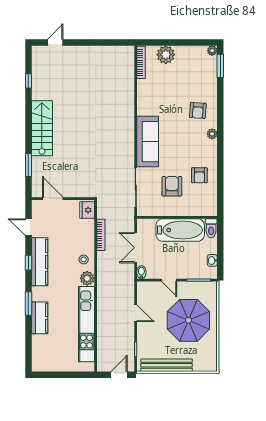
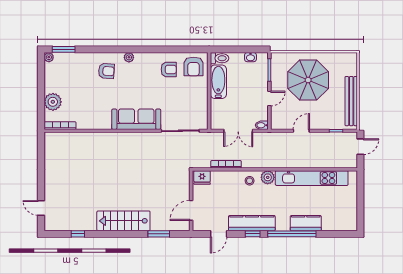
armchair: (172, 186) -> (194, 67), moved, turned -90
bathtub: (180, 230) -> (218, 82), width x0.73, depth x0.73
window: (28, 303) -> (292, 234), width x2.11
door: (119, 375) -> (360, 147), swing flipped

